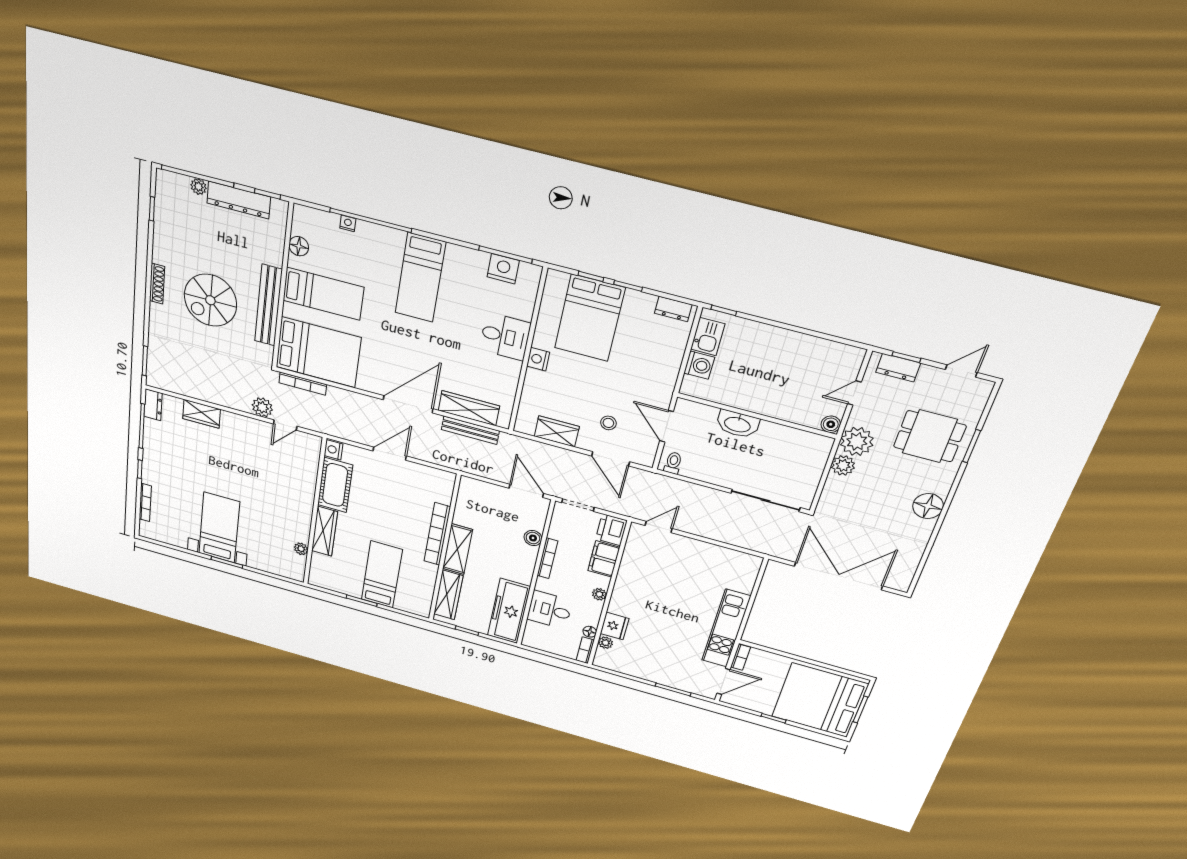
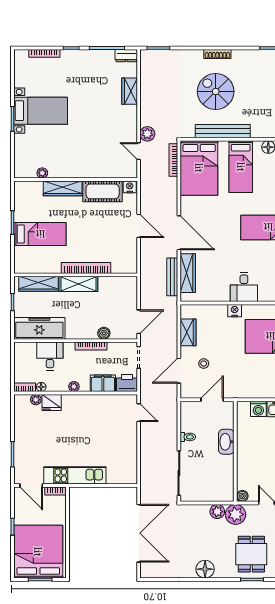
toilet: (673, 463) -> (188, 437), moved

